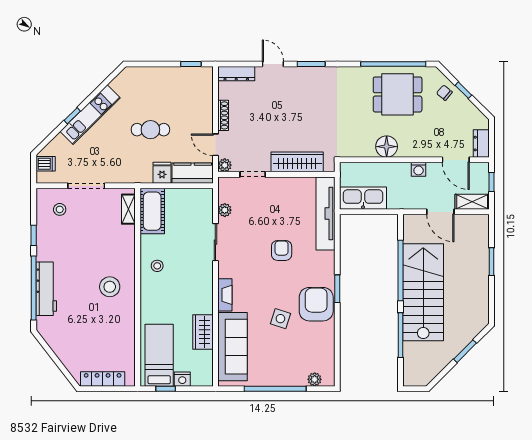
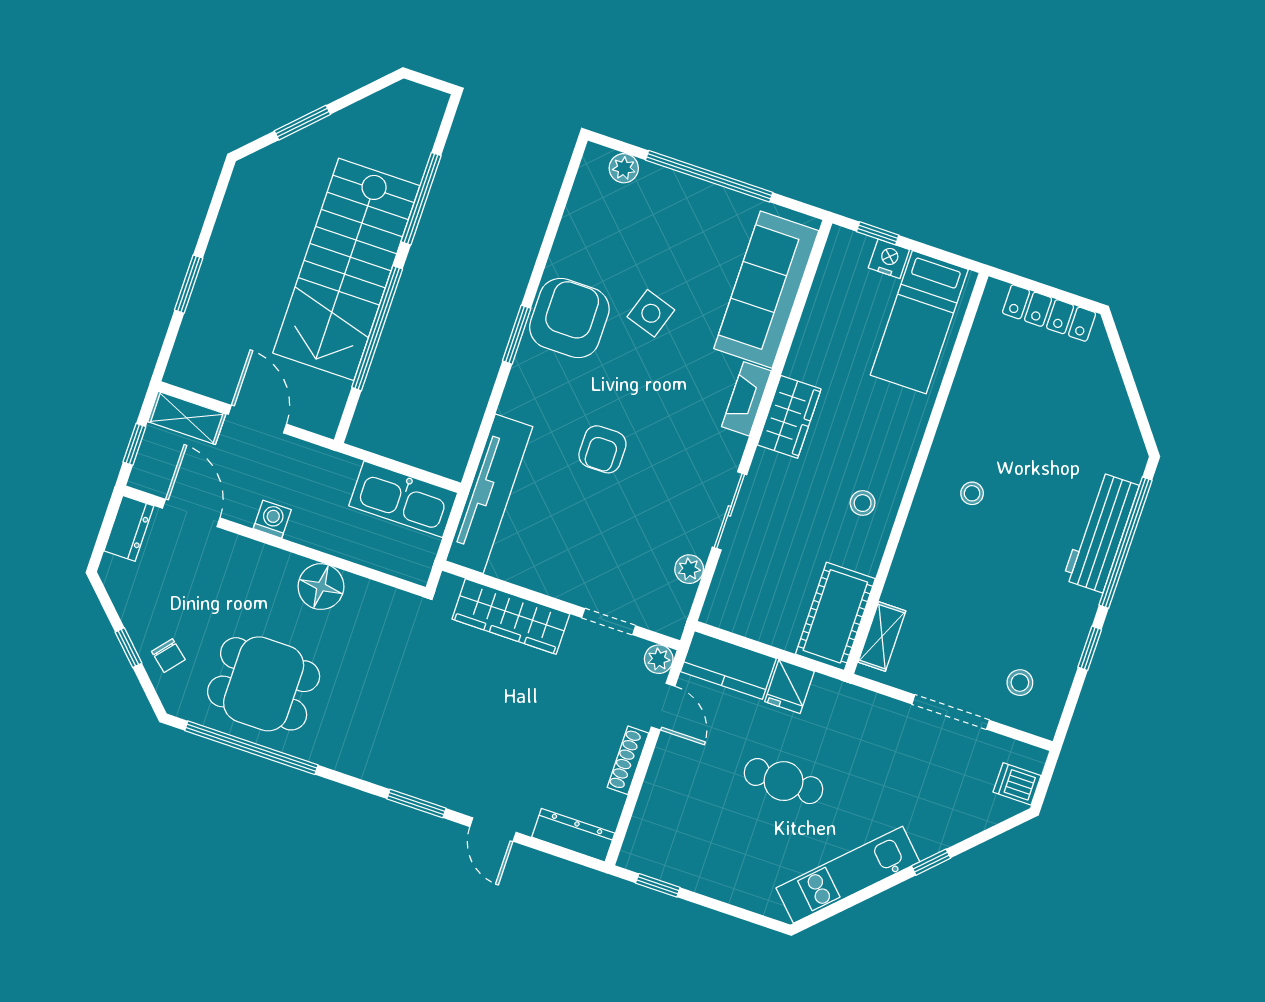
kitchen unit: (90, 115) -> (848, 875), moved
stool: (110, 287) -> (972, 493), width x0.53, depth x0.53
armchair: (316, 304) -> (569, 318), turned 180
wardrobe: (203, 332) -> (789, 417), moved
window: (166, 389) -> (878, 233), moved

